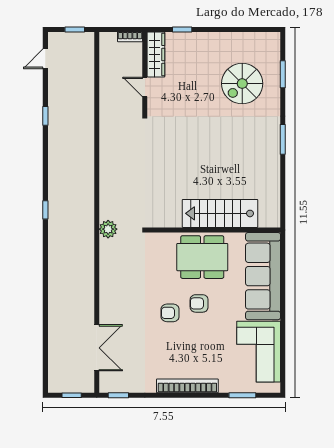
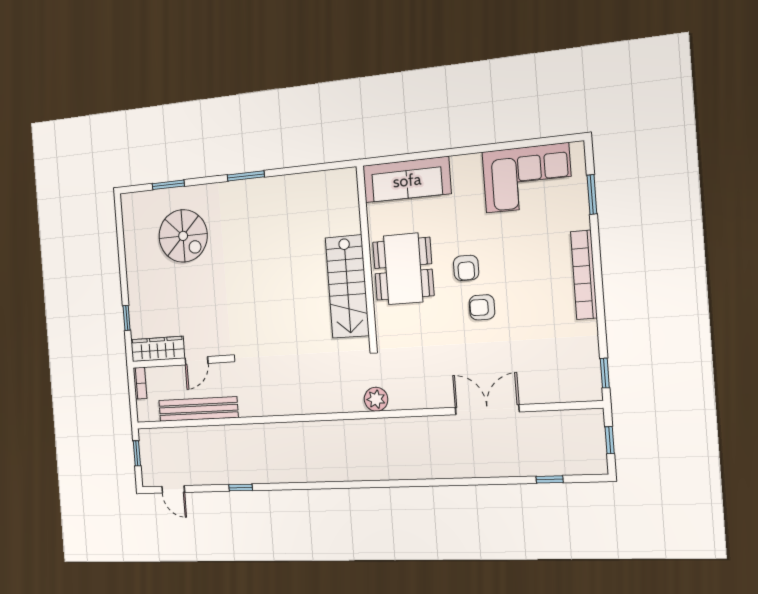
bench: (107, 85) -> (198, 409), added
window: (45, 210) -> (549, 479), moved
stairs: (220, 213) -> (347, 287), moved
sofa: (263, 276) -> (407, 180), width x0.74, depth x0.79
armchair: (170, 313) -> (482, 307), turned 90
double door: (97, 348) -> (487, 410), moved

